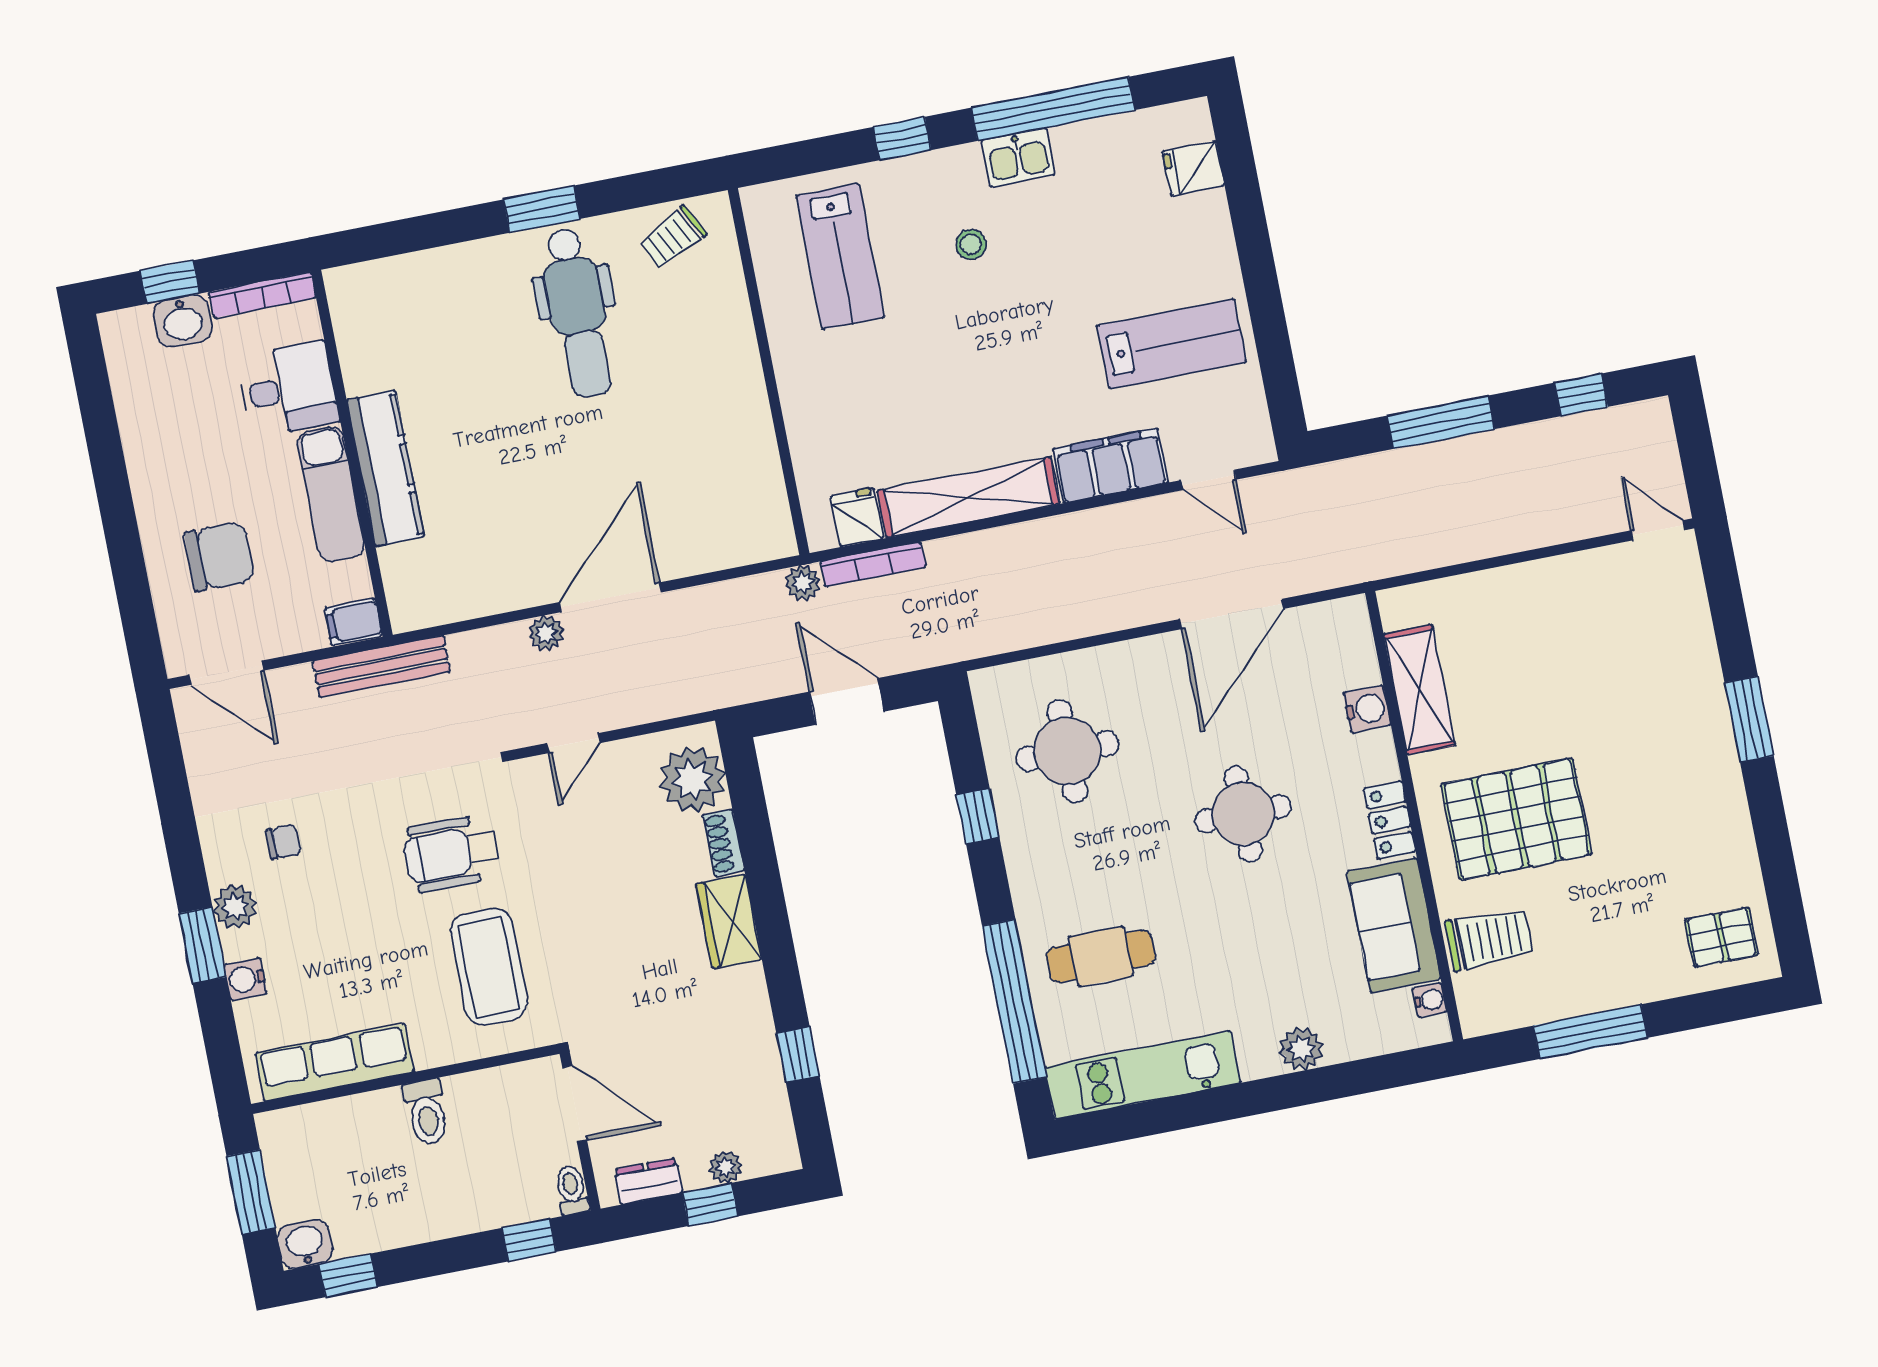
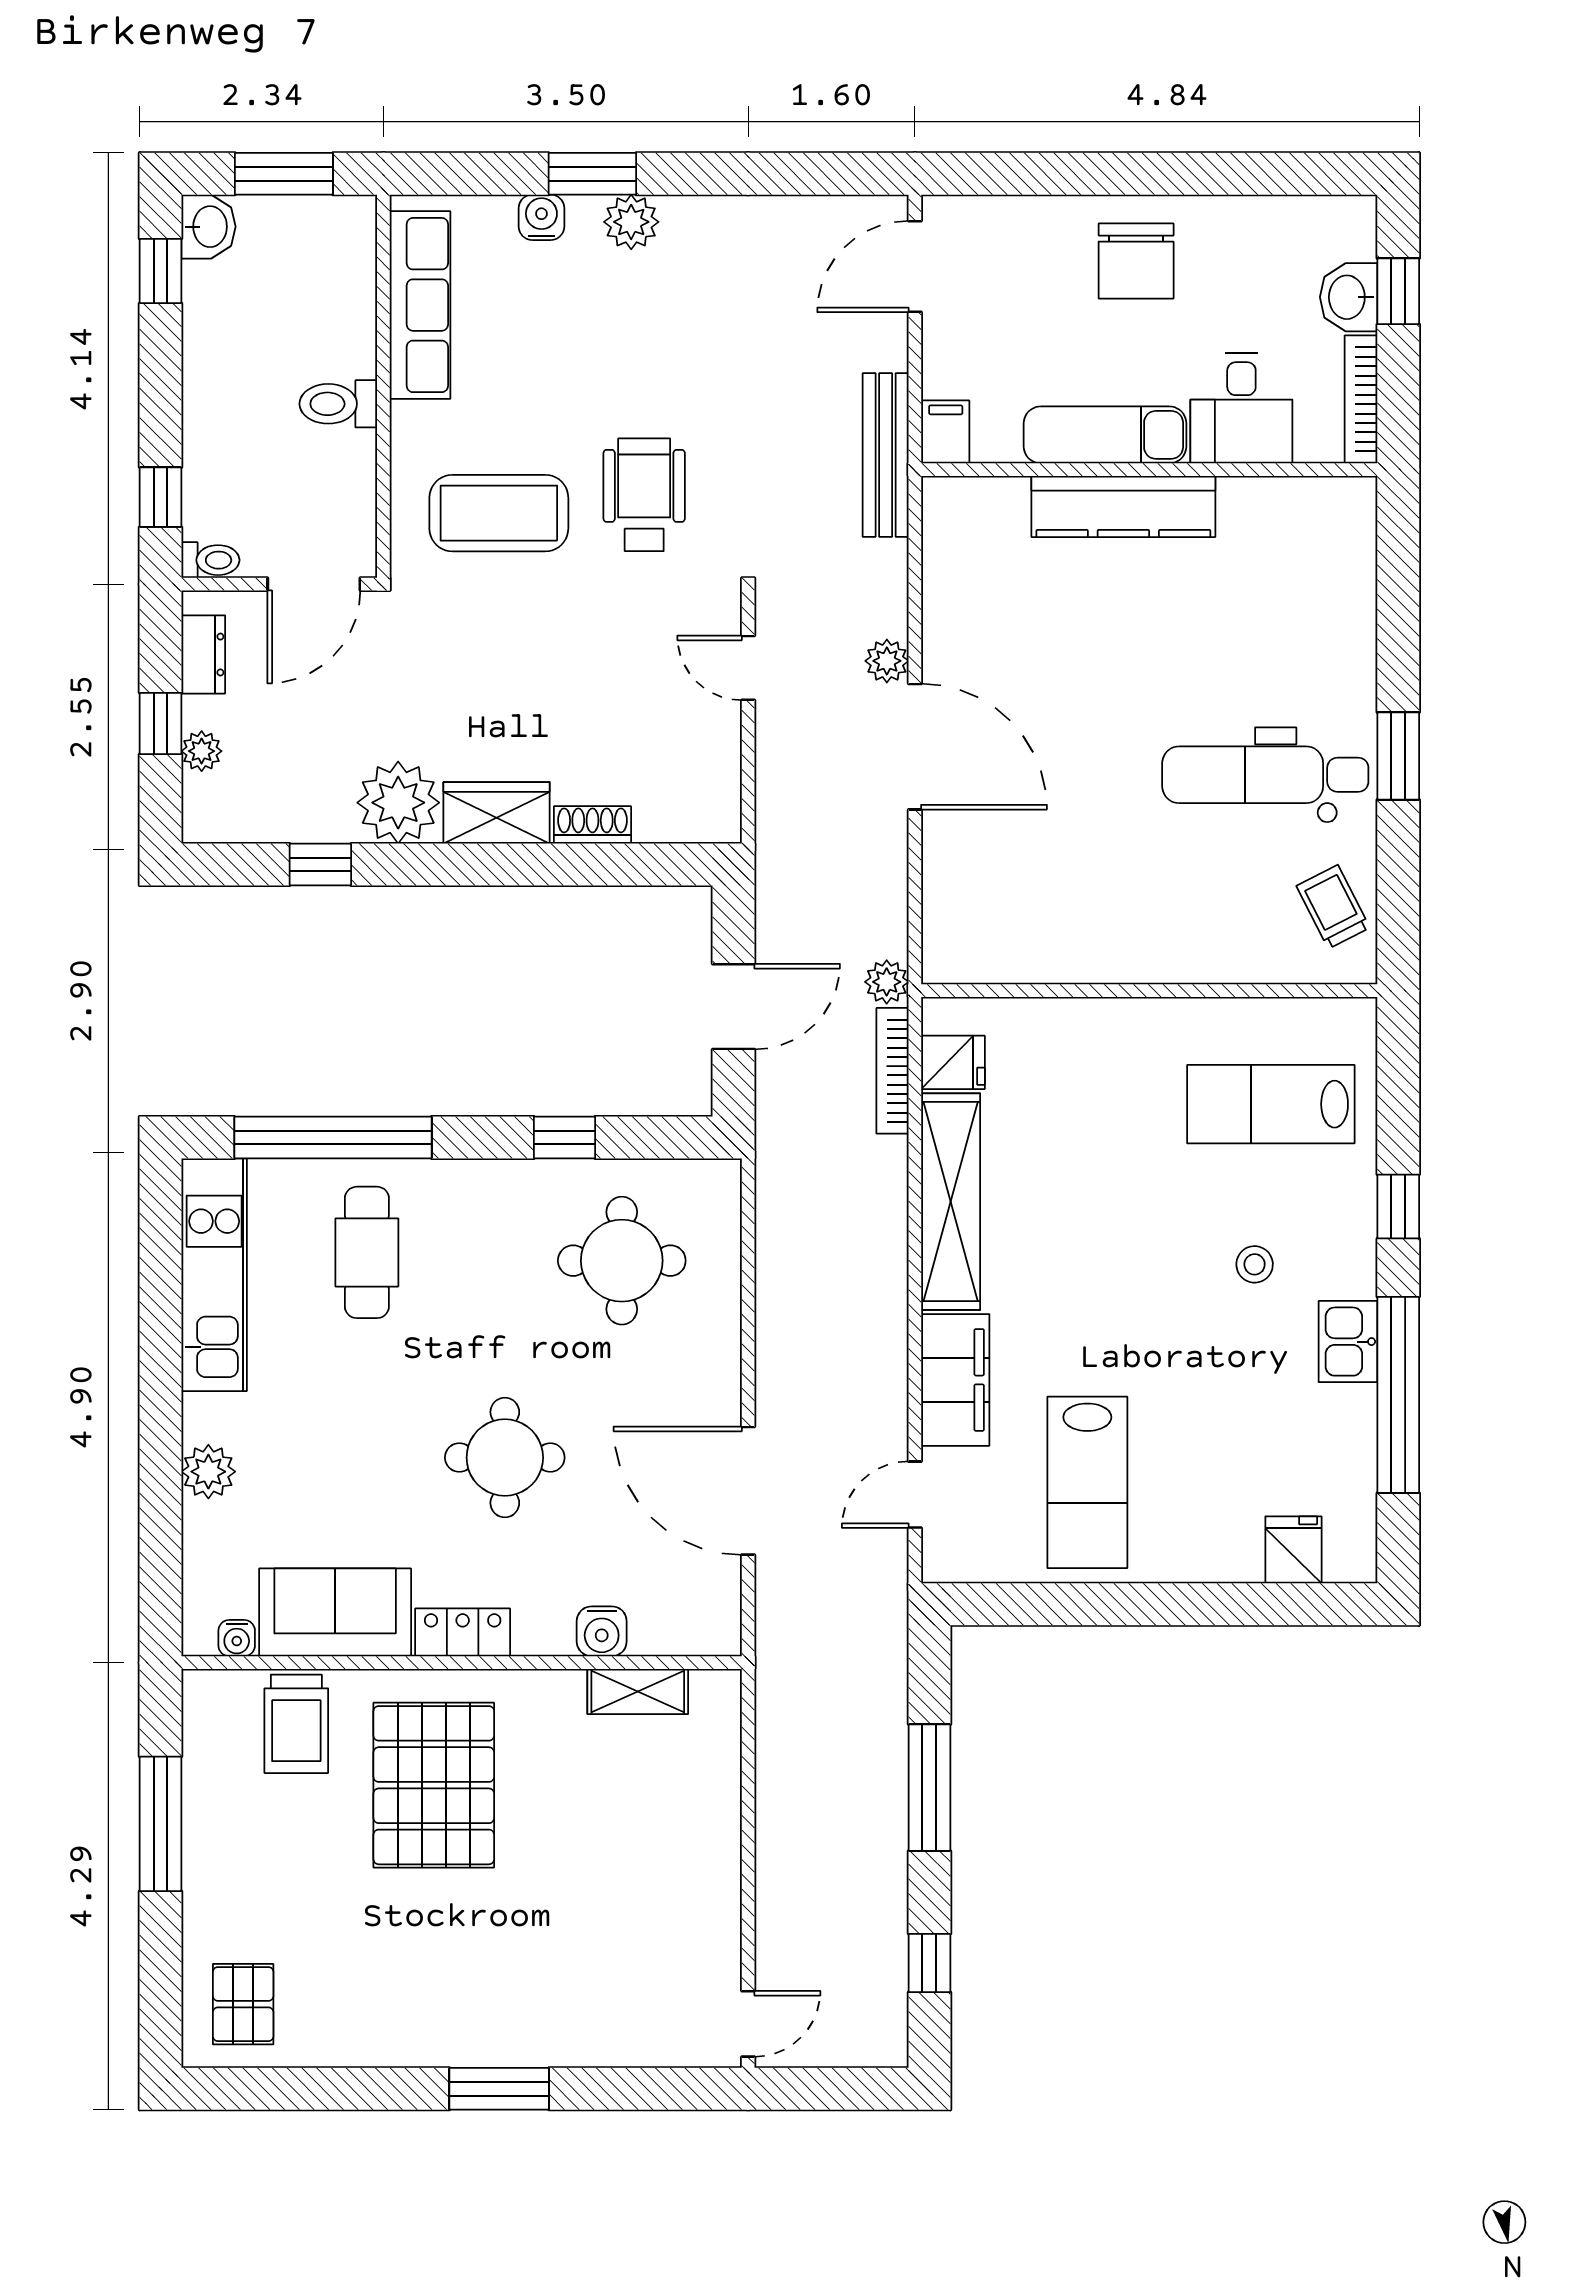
chair: (219, 557) -> (1136, 261), moved
shelving: (1420, 690) -> (638, 1691), width x0.67, depth x0.75
plant: (692, 779) -> (398, 803), moved
chair: (283, 842) -> (698, 296), removed

